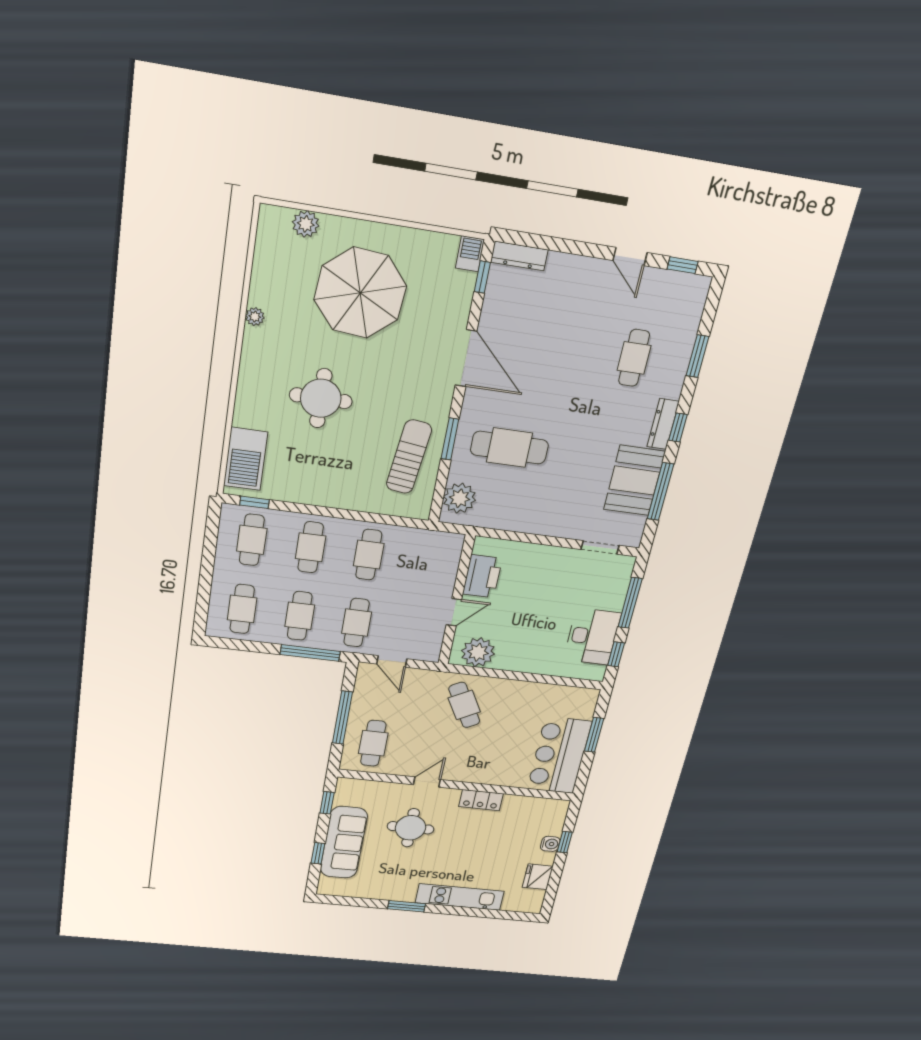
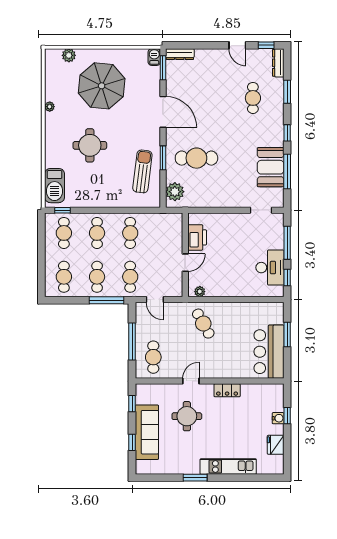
window: (482, 277) -> (163, 68), width x1.50
dresser: (663, 424) -> (278, 63), moved
plant: (478, 652) -> (200, 292), width x0.53, depth x0.53

